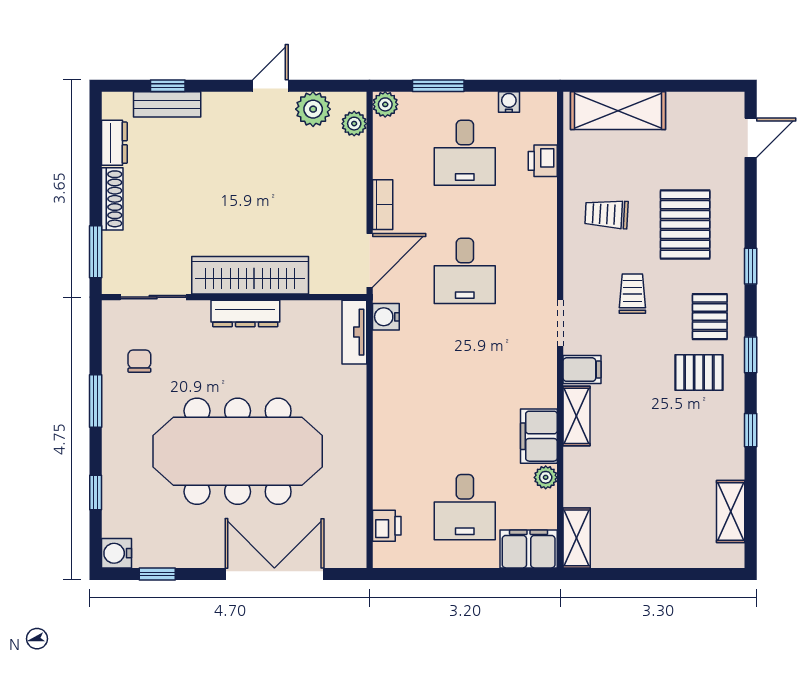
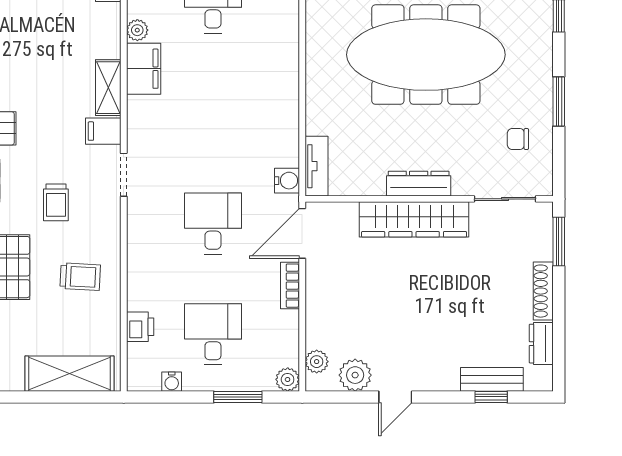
chair: (139, 361) -> (518, 139), turned 90

